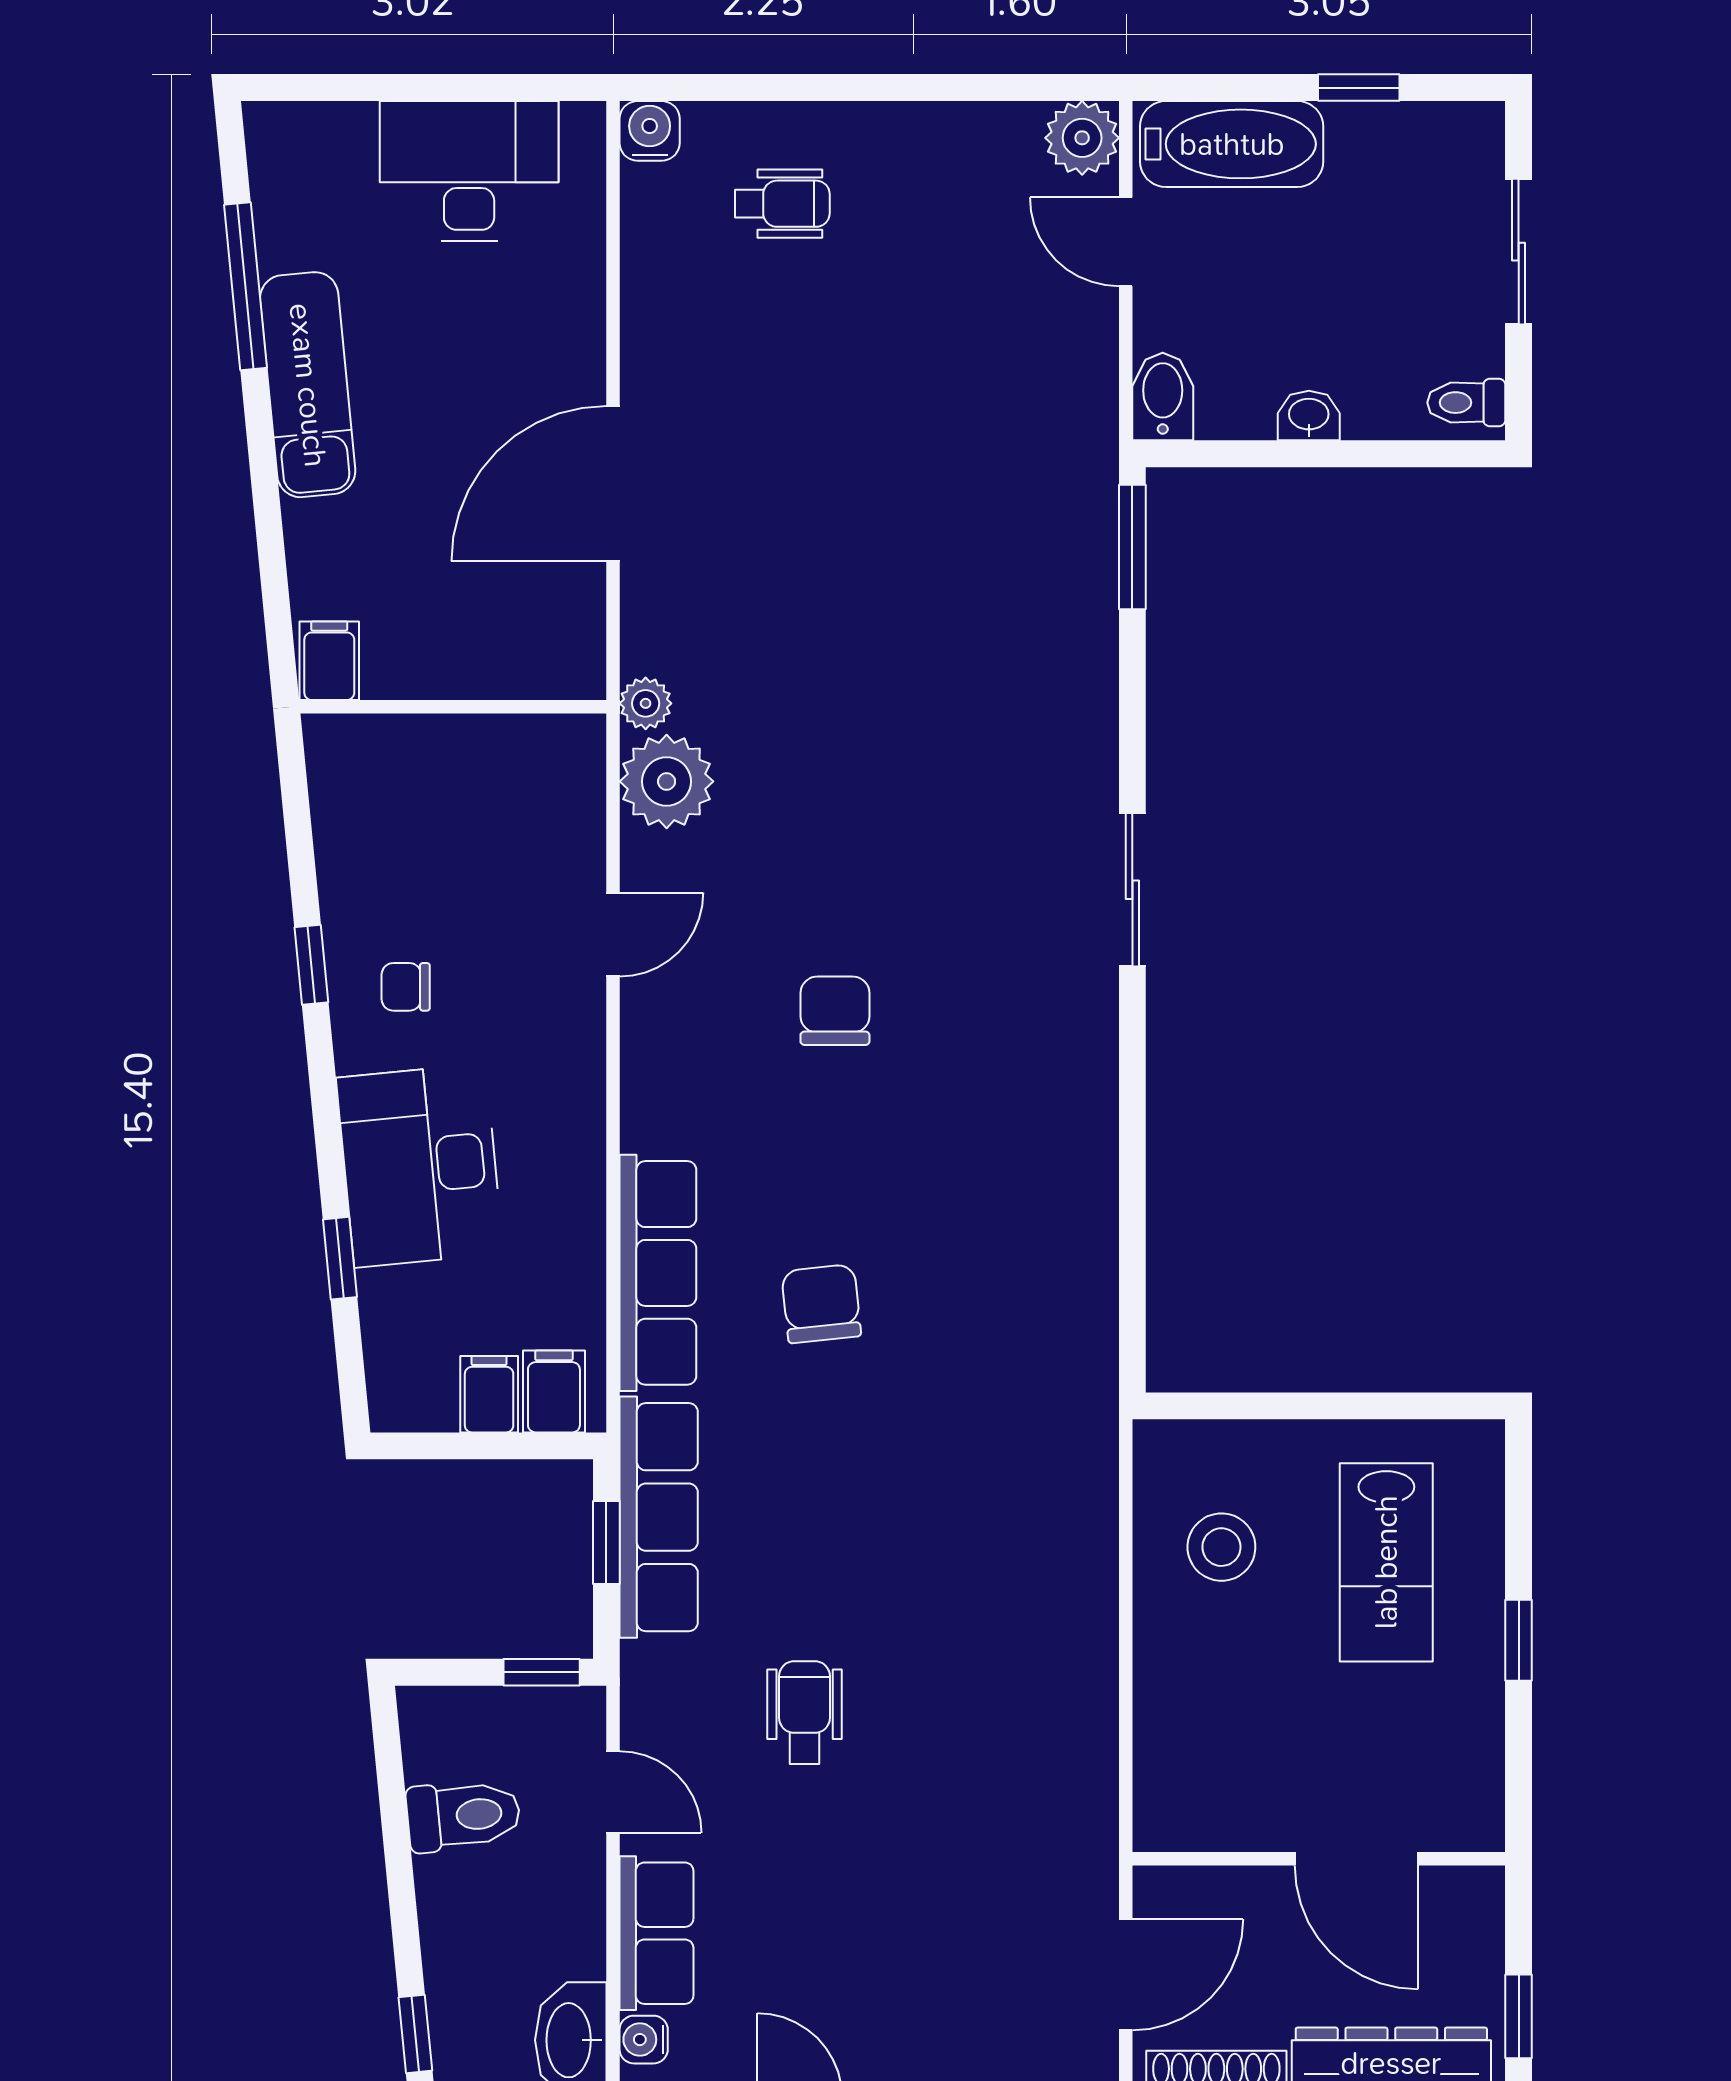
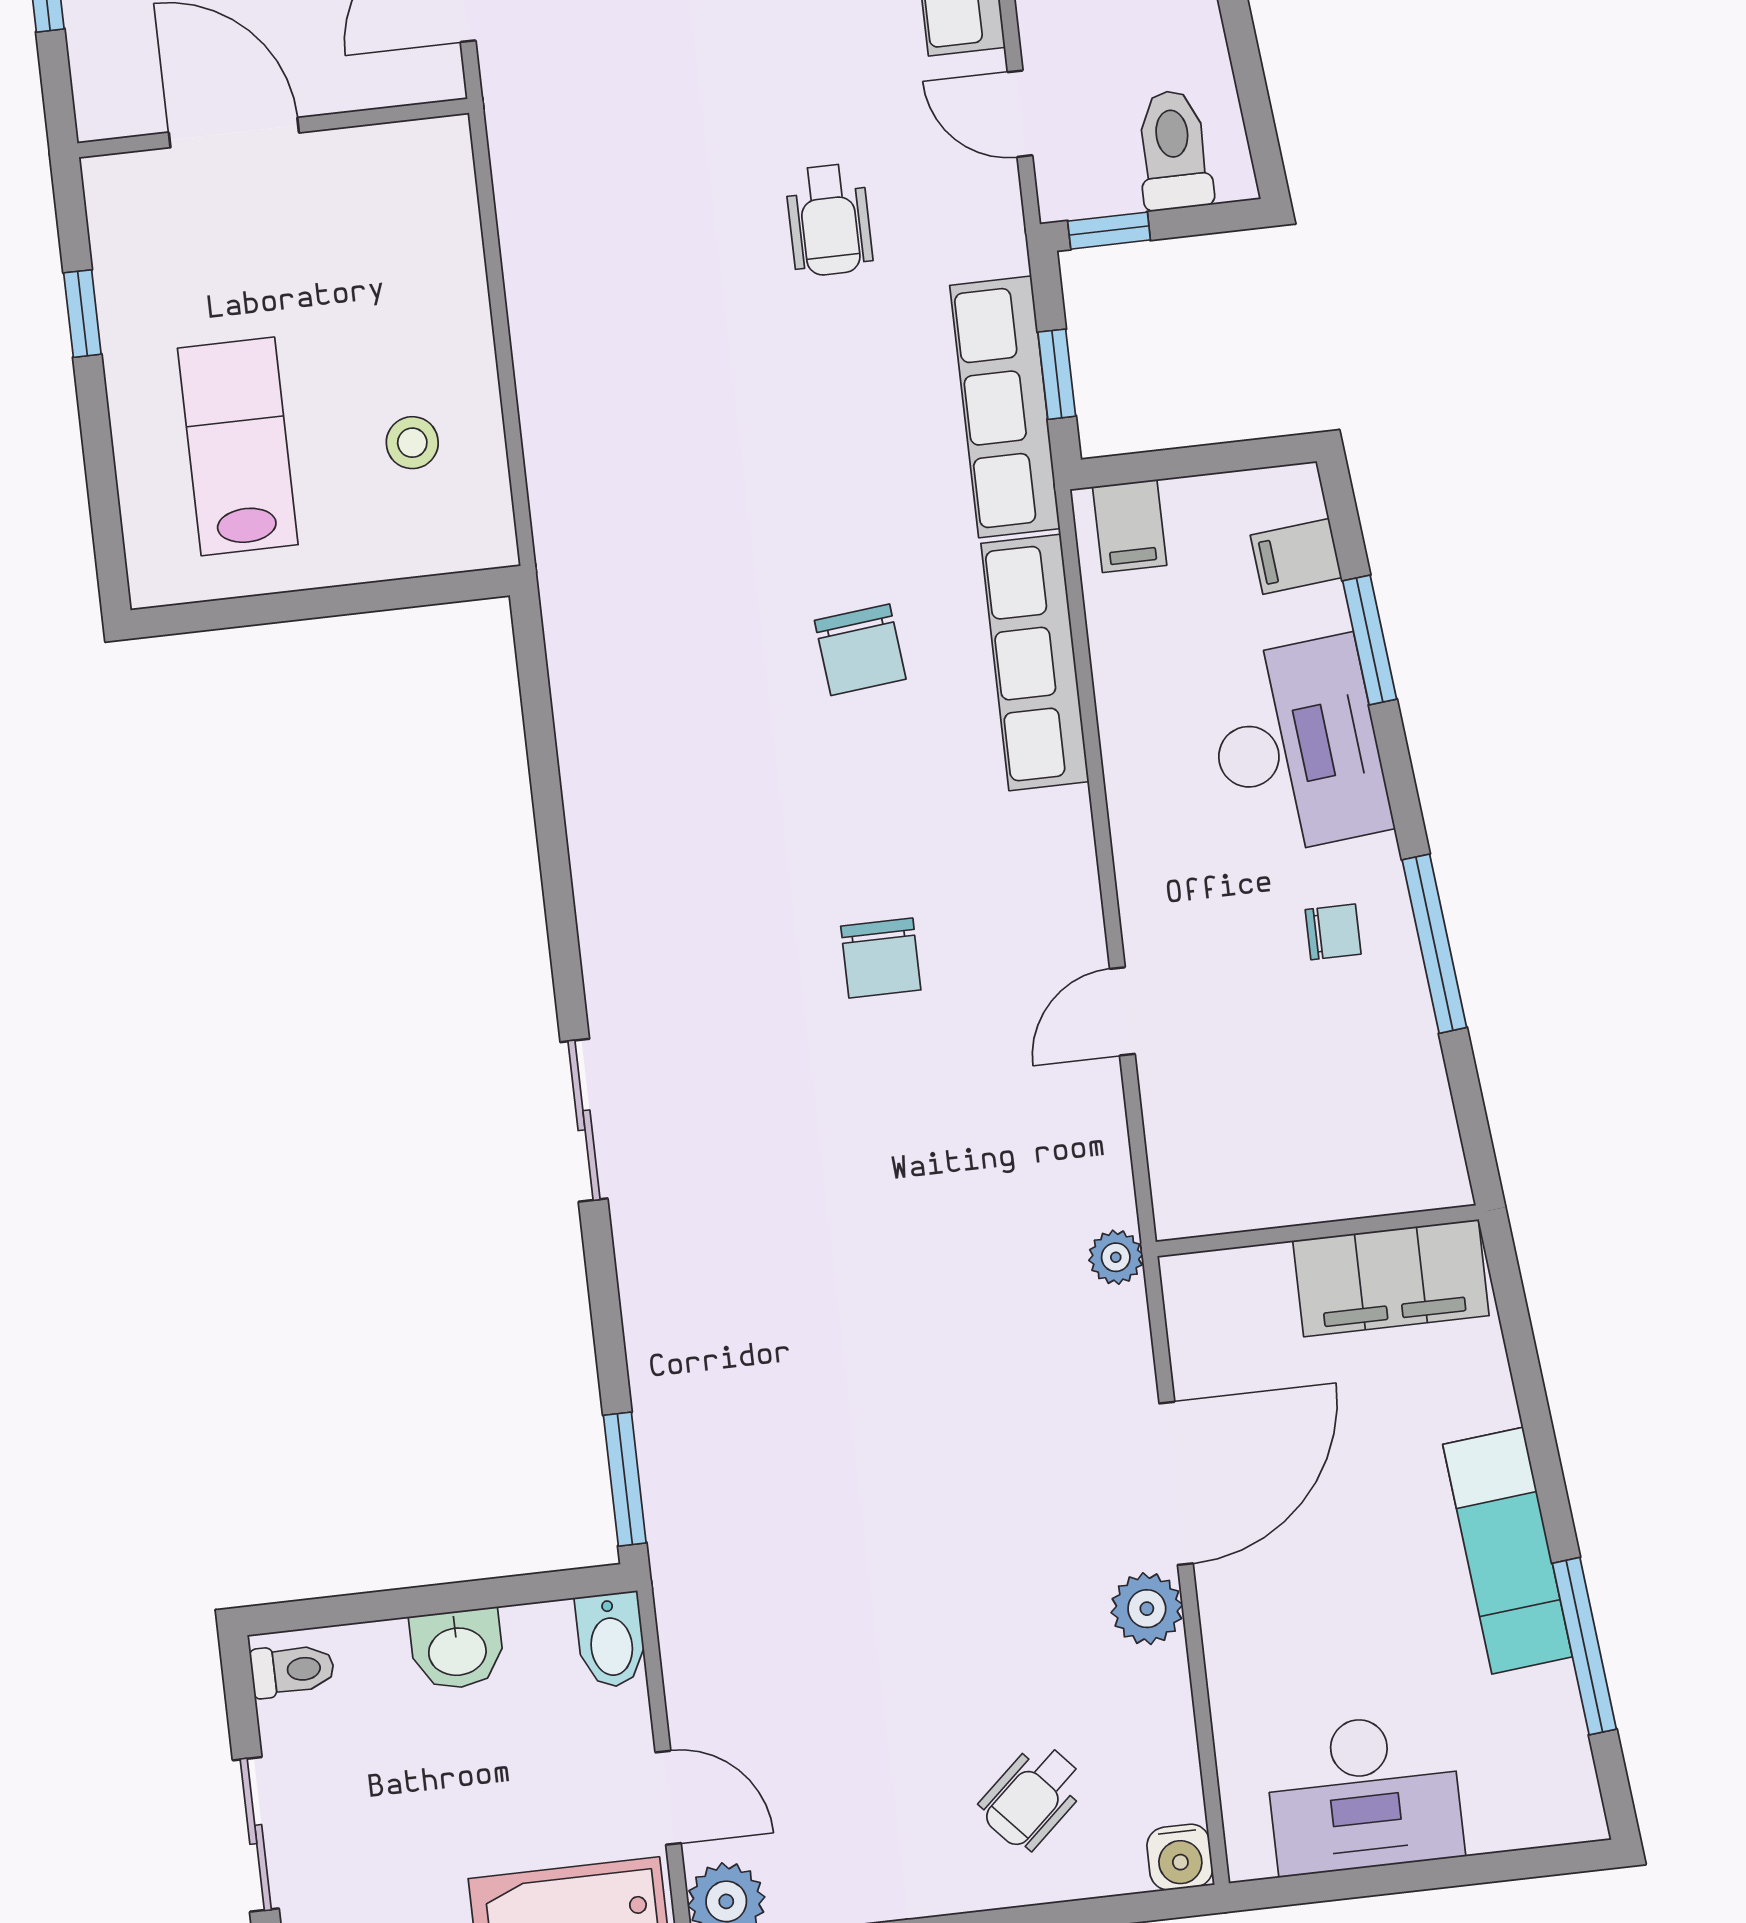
wheelchair: (782, 204) -> (1032, 1797), turned -42
washbasin: (1309, 416) -> (457, 1649), width x1.38, depth x1.45
filing cabinet: (329, 661) -> (1391, 1278), width x3.00, depth x1.17
plant: (667, 781) -> (1147, 1609), moved, width x0.73, depth x0.73
window: (311, 965) -> (1434, 944), width x2.17
window: (340, 1258) -> (1370, 640), width x1.50
filing cabinet: (489, 1394) -> (1296, 556), moved, turned 84
stool: (1221, 1547) -> (412, 443), width x0.73, depth x0.73
window: (1519, 1640) -> (82, 314), moved
toilet: (463, 1816) -> (1174, 150), moved, turned 96

